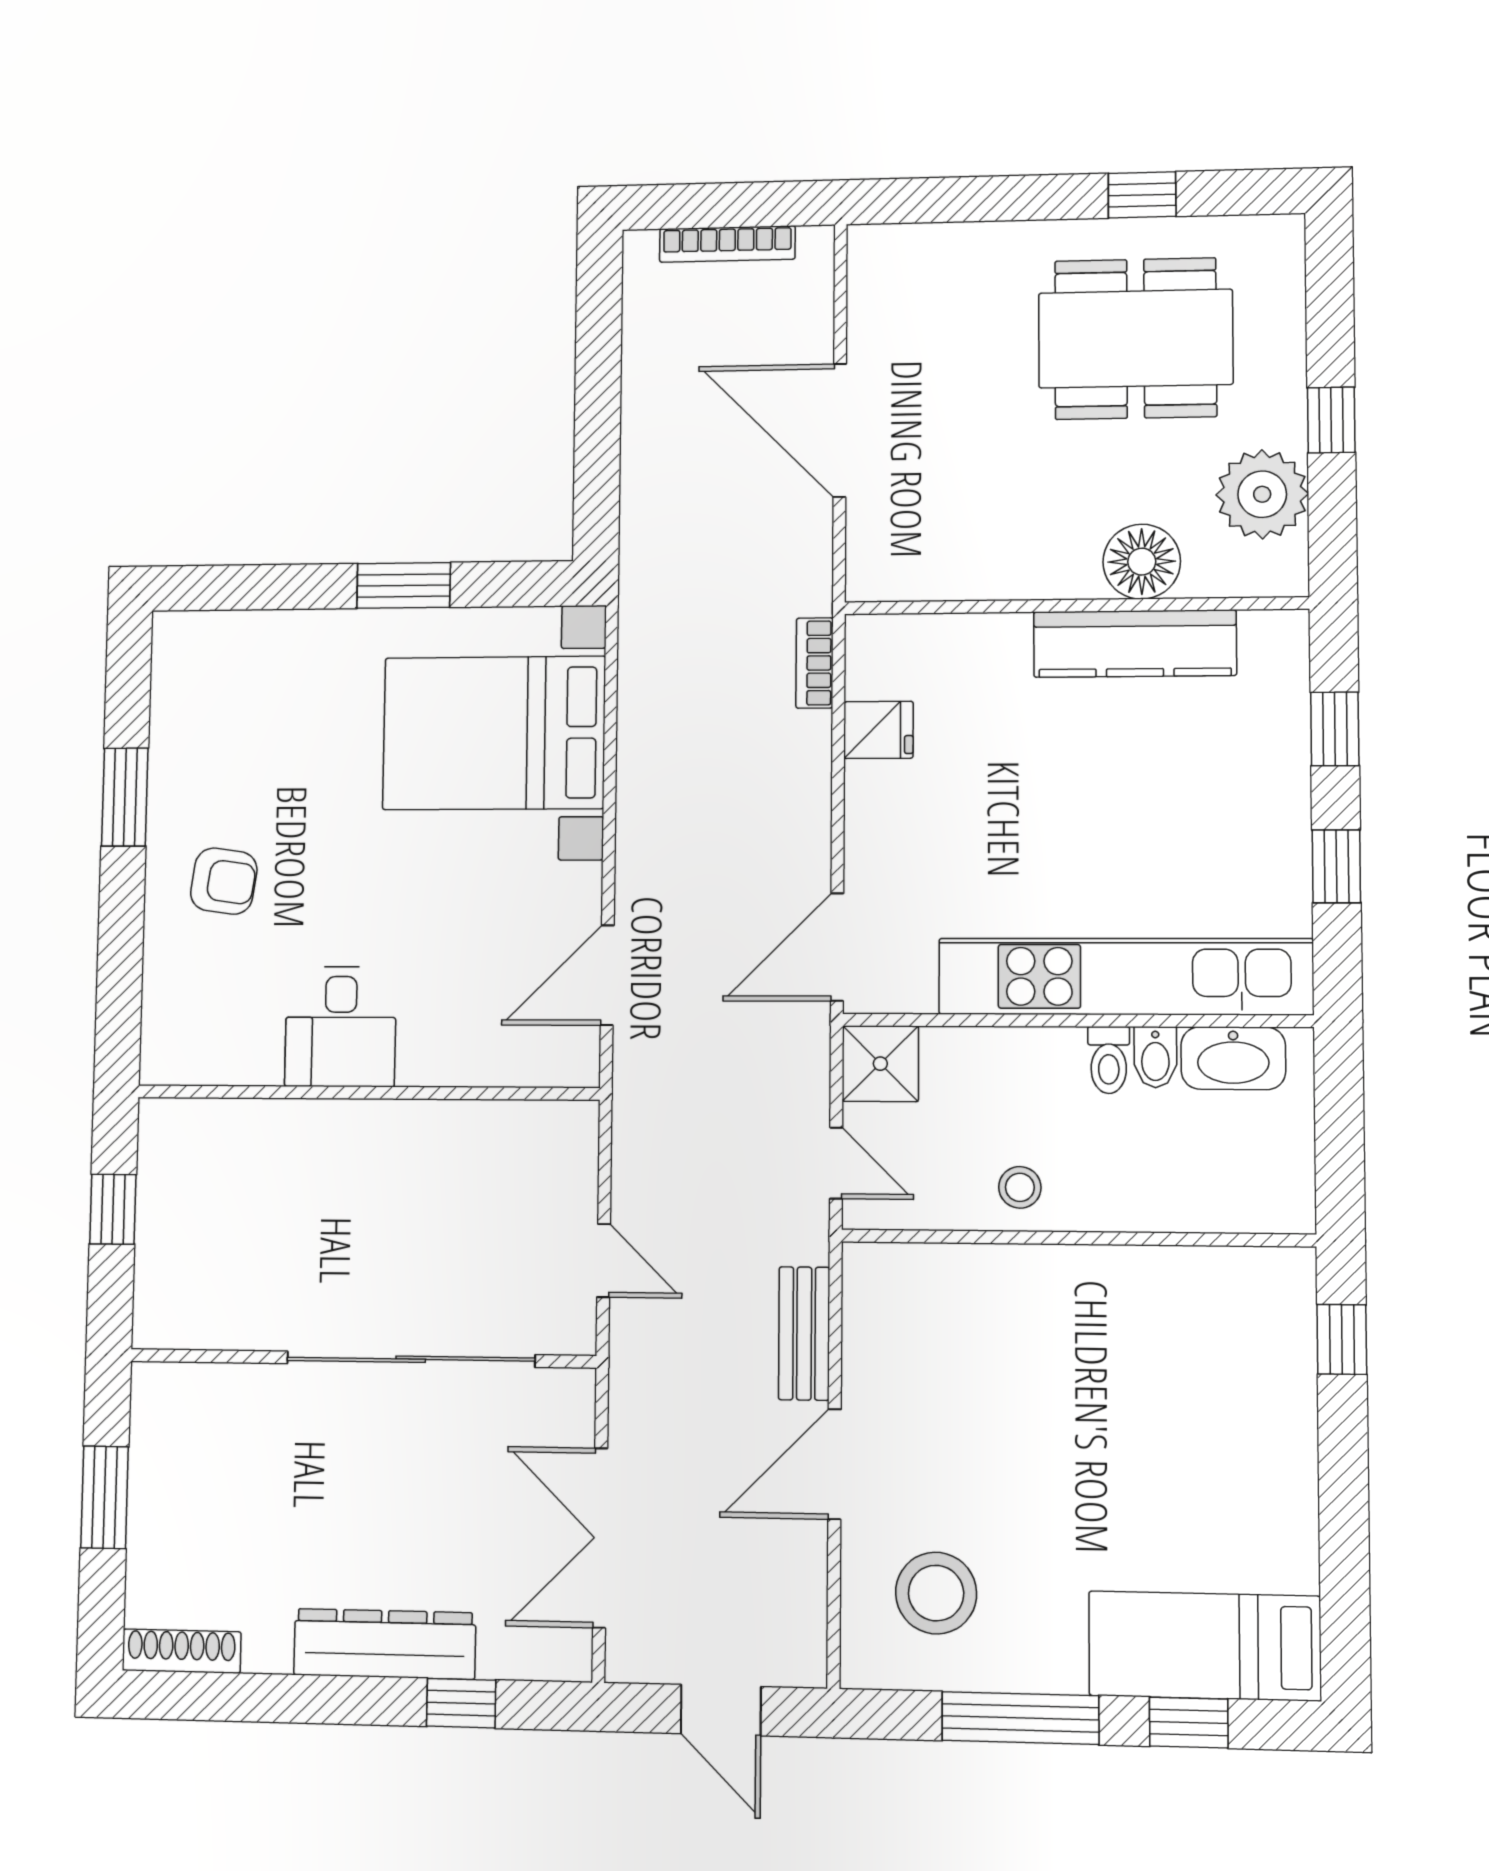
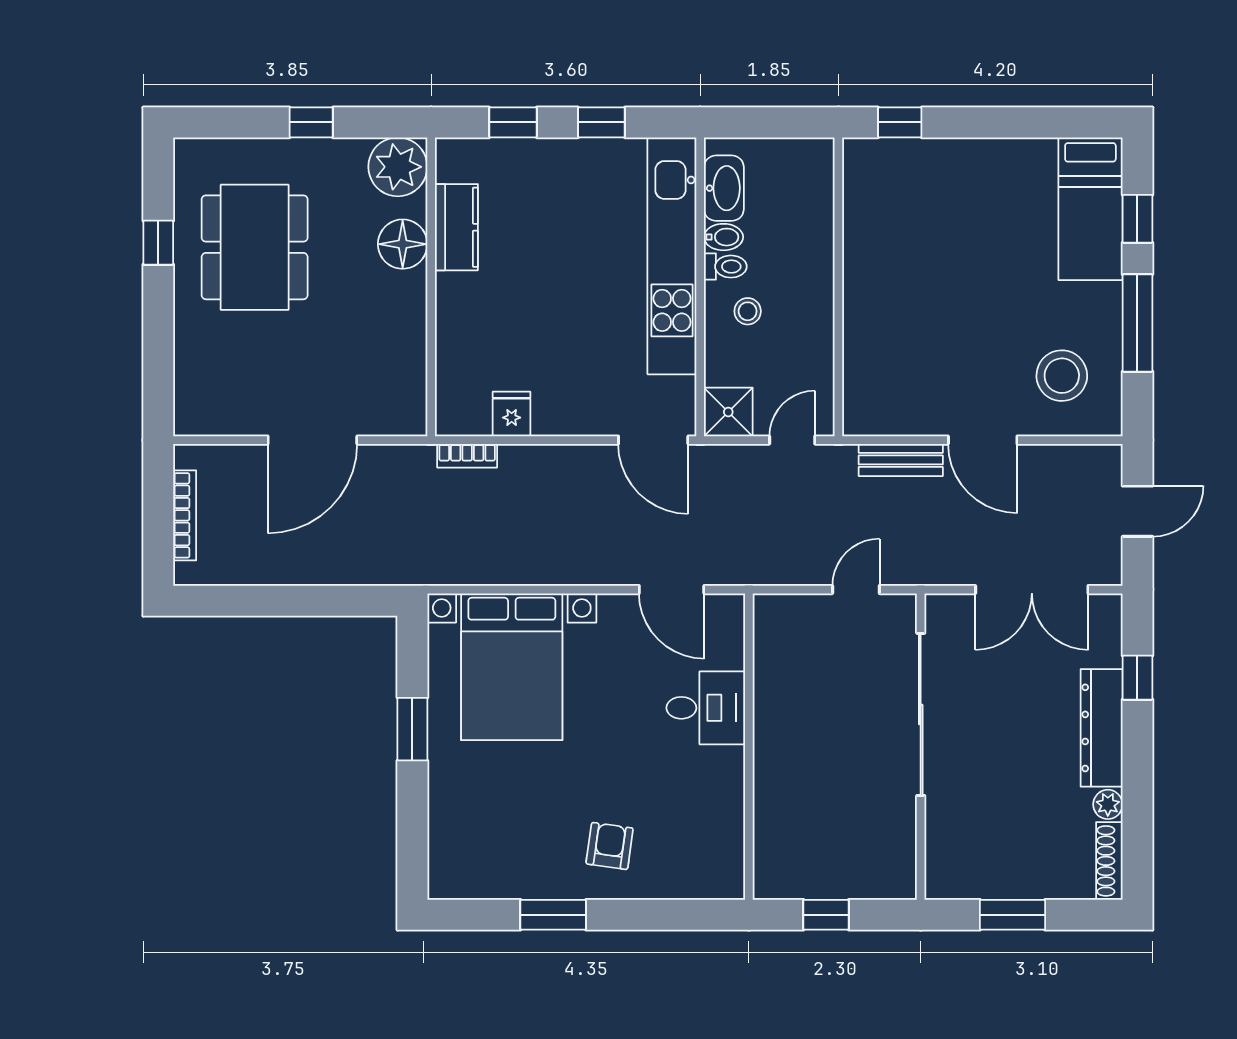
plant: (1262, 494) -> (398, 167), moved
kitchen counter: (1135, 644) -> (456, 227), width x0.67
desk: (341, 1027) -> (706, 708), moved
stool: (1020, 1187) -> (748, 311), moved
plant: (267, 1651) -> (1108, 804), added

